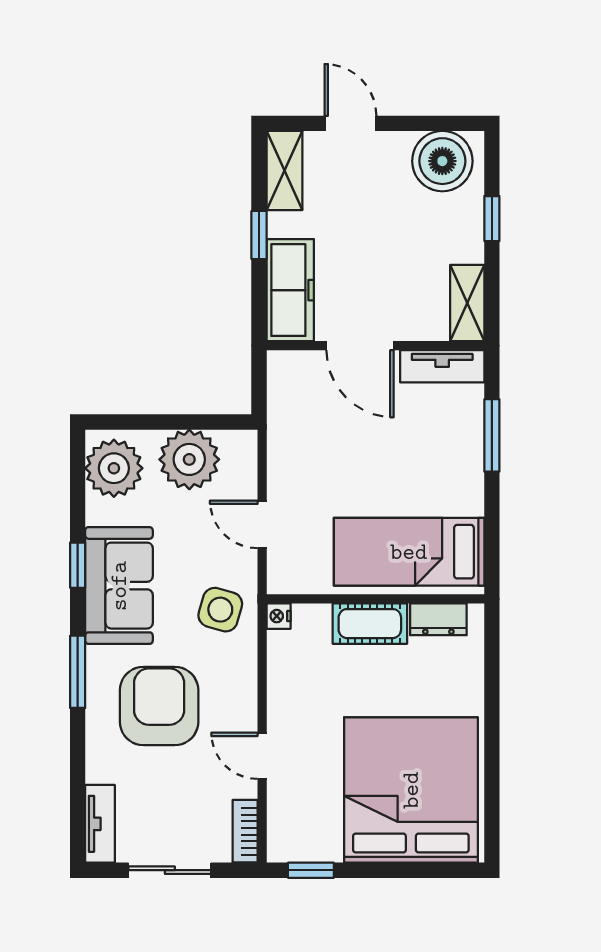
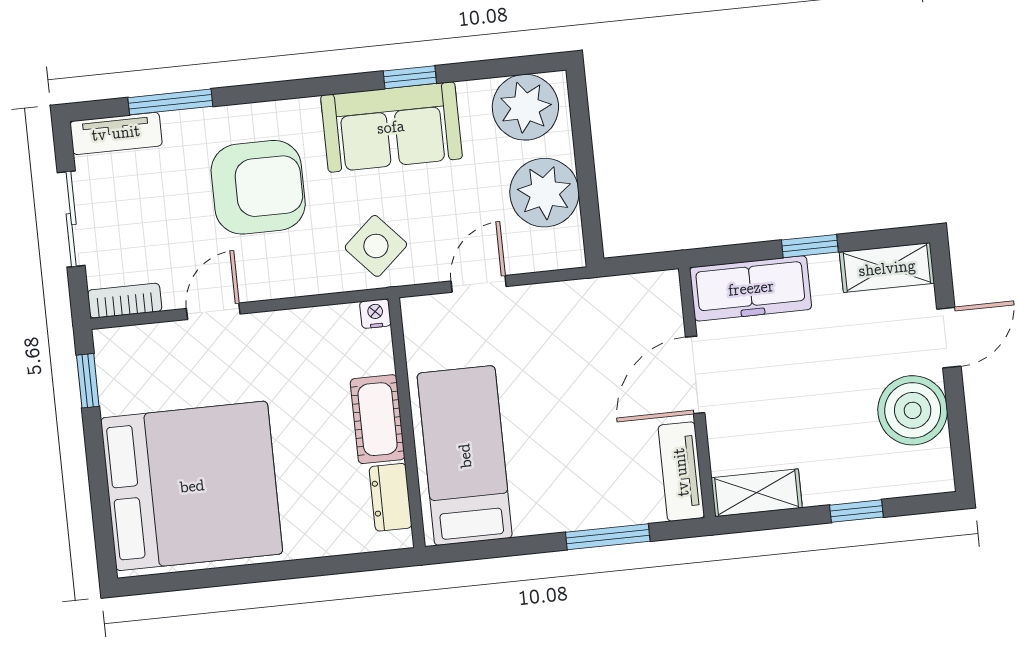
boiler: (442, 161) -> (913, 410), moved
side table: (220, 610) -> (376, 246), turned 32
window: (78, 672) -> (170, 102), moved

